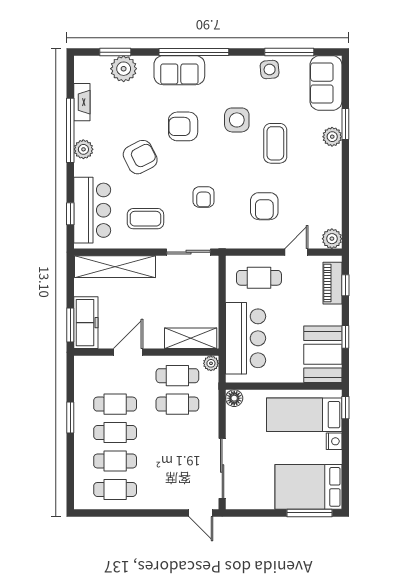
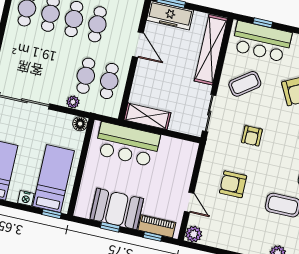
armchair: (204, 197) -> (252, 136), turned -90
coffee table: (145, 219) -> (245, 84), turned 54
cafe table: (259, 278) -> (175, 167), removed
shelving: (191, 338) -> (147, 116), moved, turned 90
booth: (323, 354) -> (117, 209), moved
plant: (211, 363) -> (73, 102), moved

